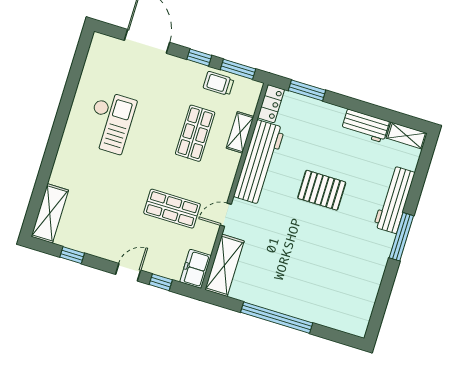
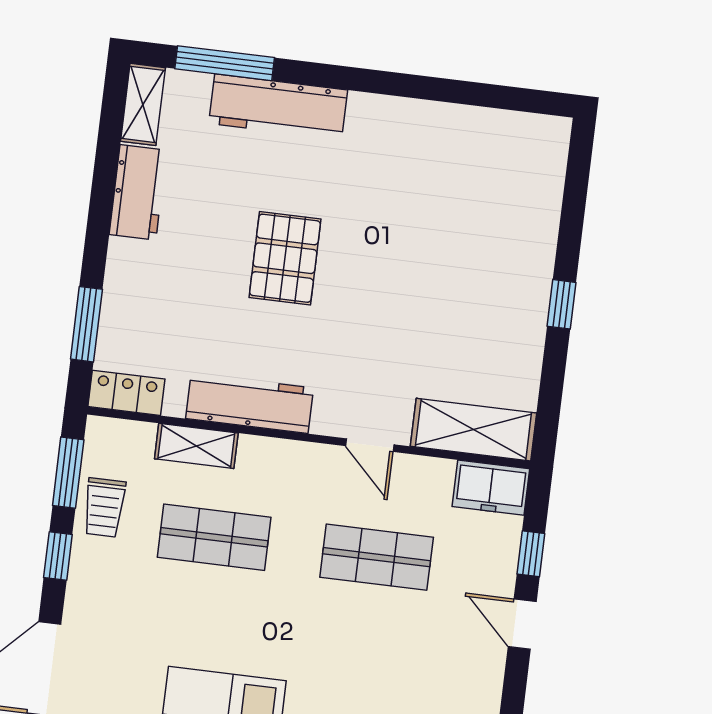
workbench: (259, 162) -> (250, 403), width x0.73, depth x0.76
shop shelf: (172, 209) -> (377, 557), turned 90
window: (401, 237) -> (225, 63), moved
window: (277, 318) -> (561, 304), width x0.32

